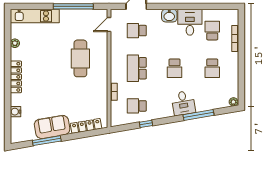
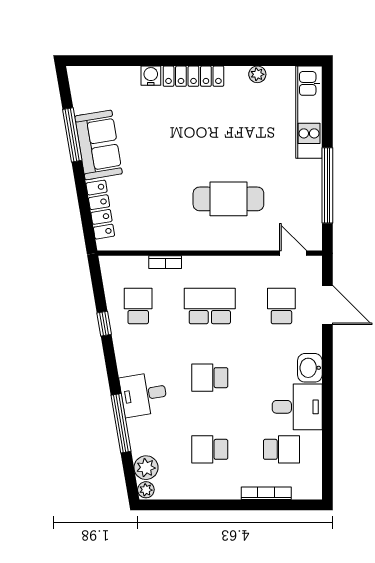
plant: (222, 102) -> (146, 468), added
water cooler: (16, 112) -> (151, 76), moved

